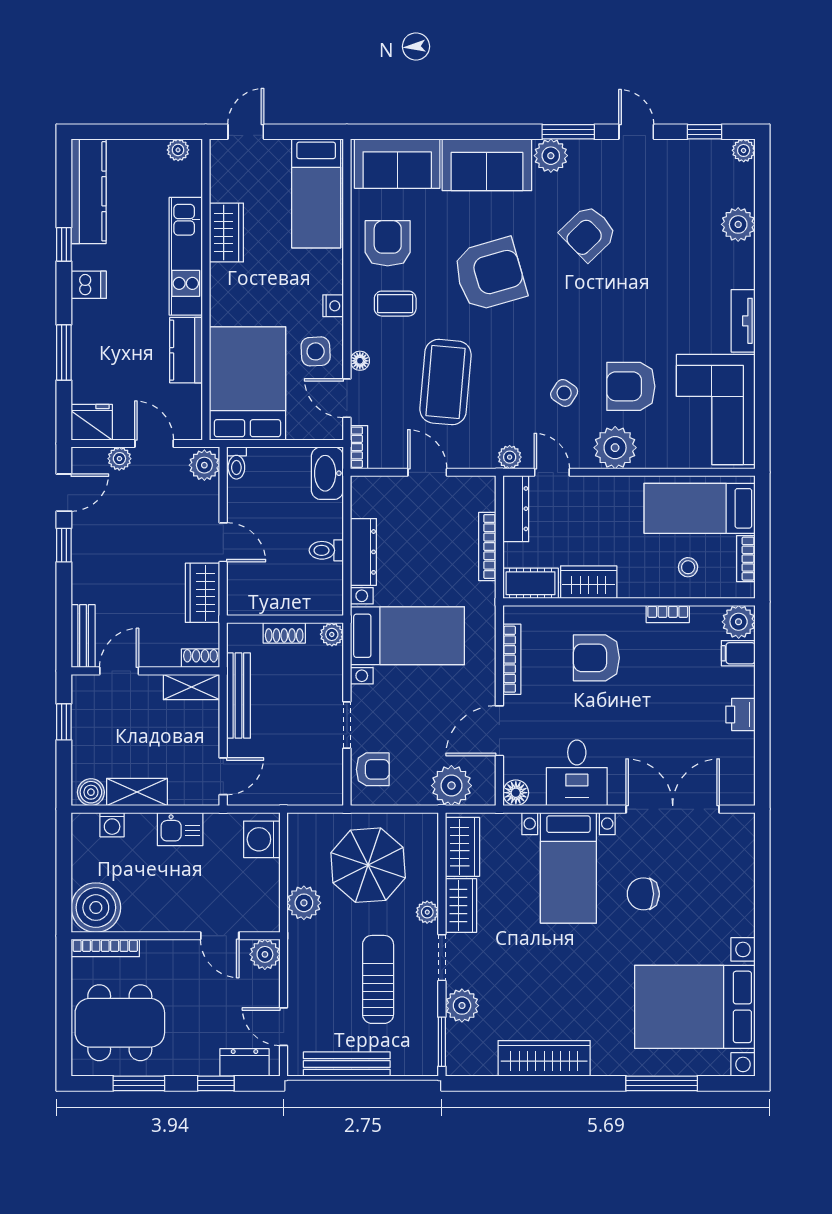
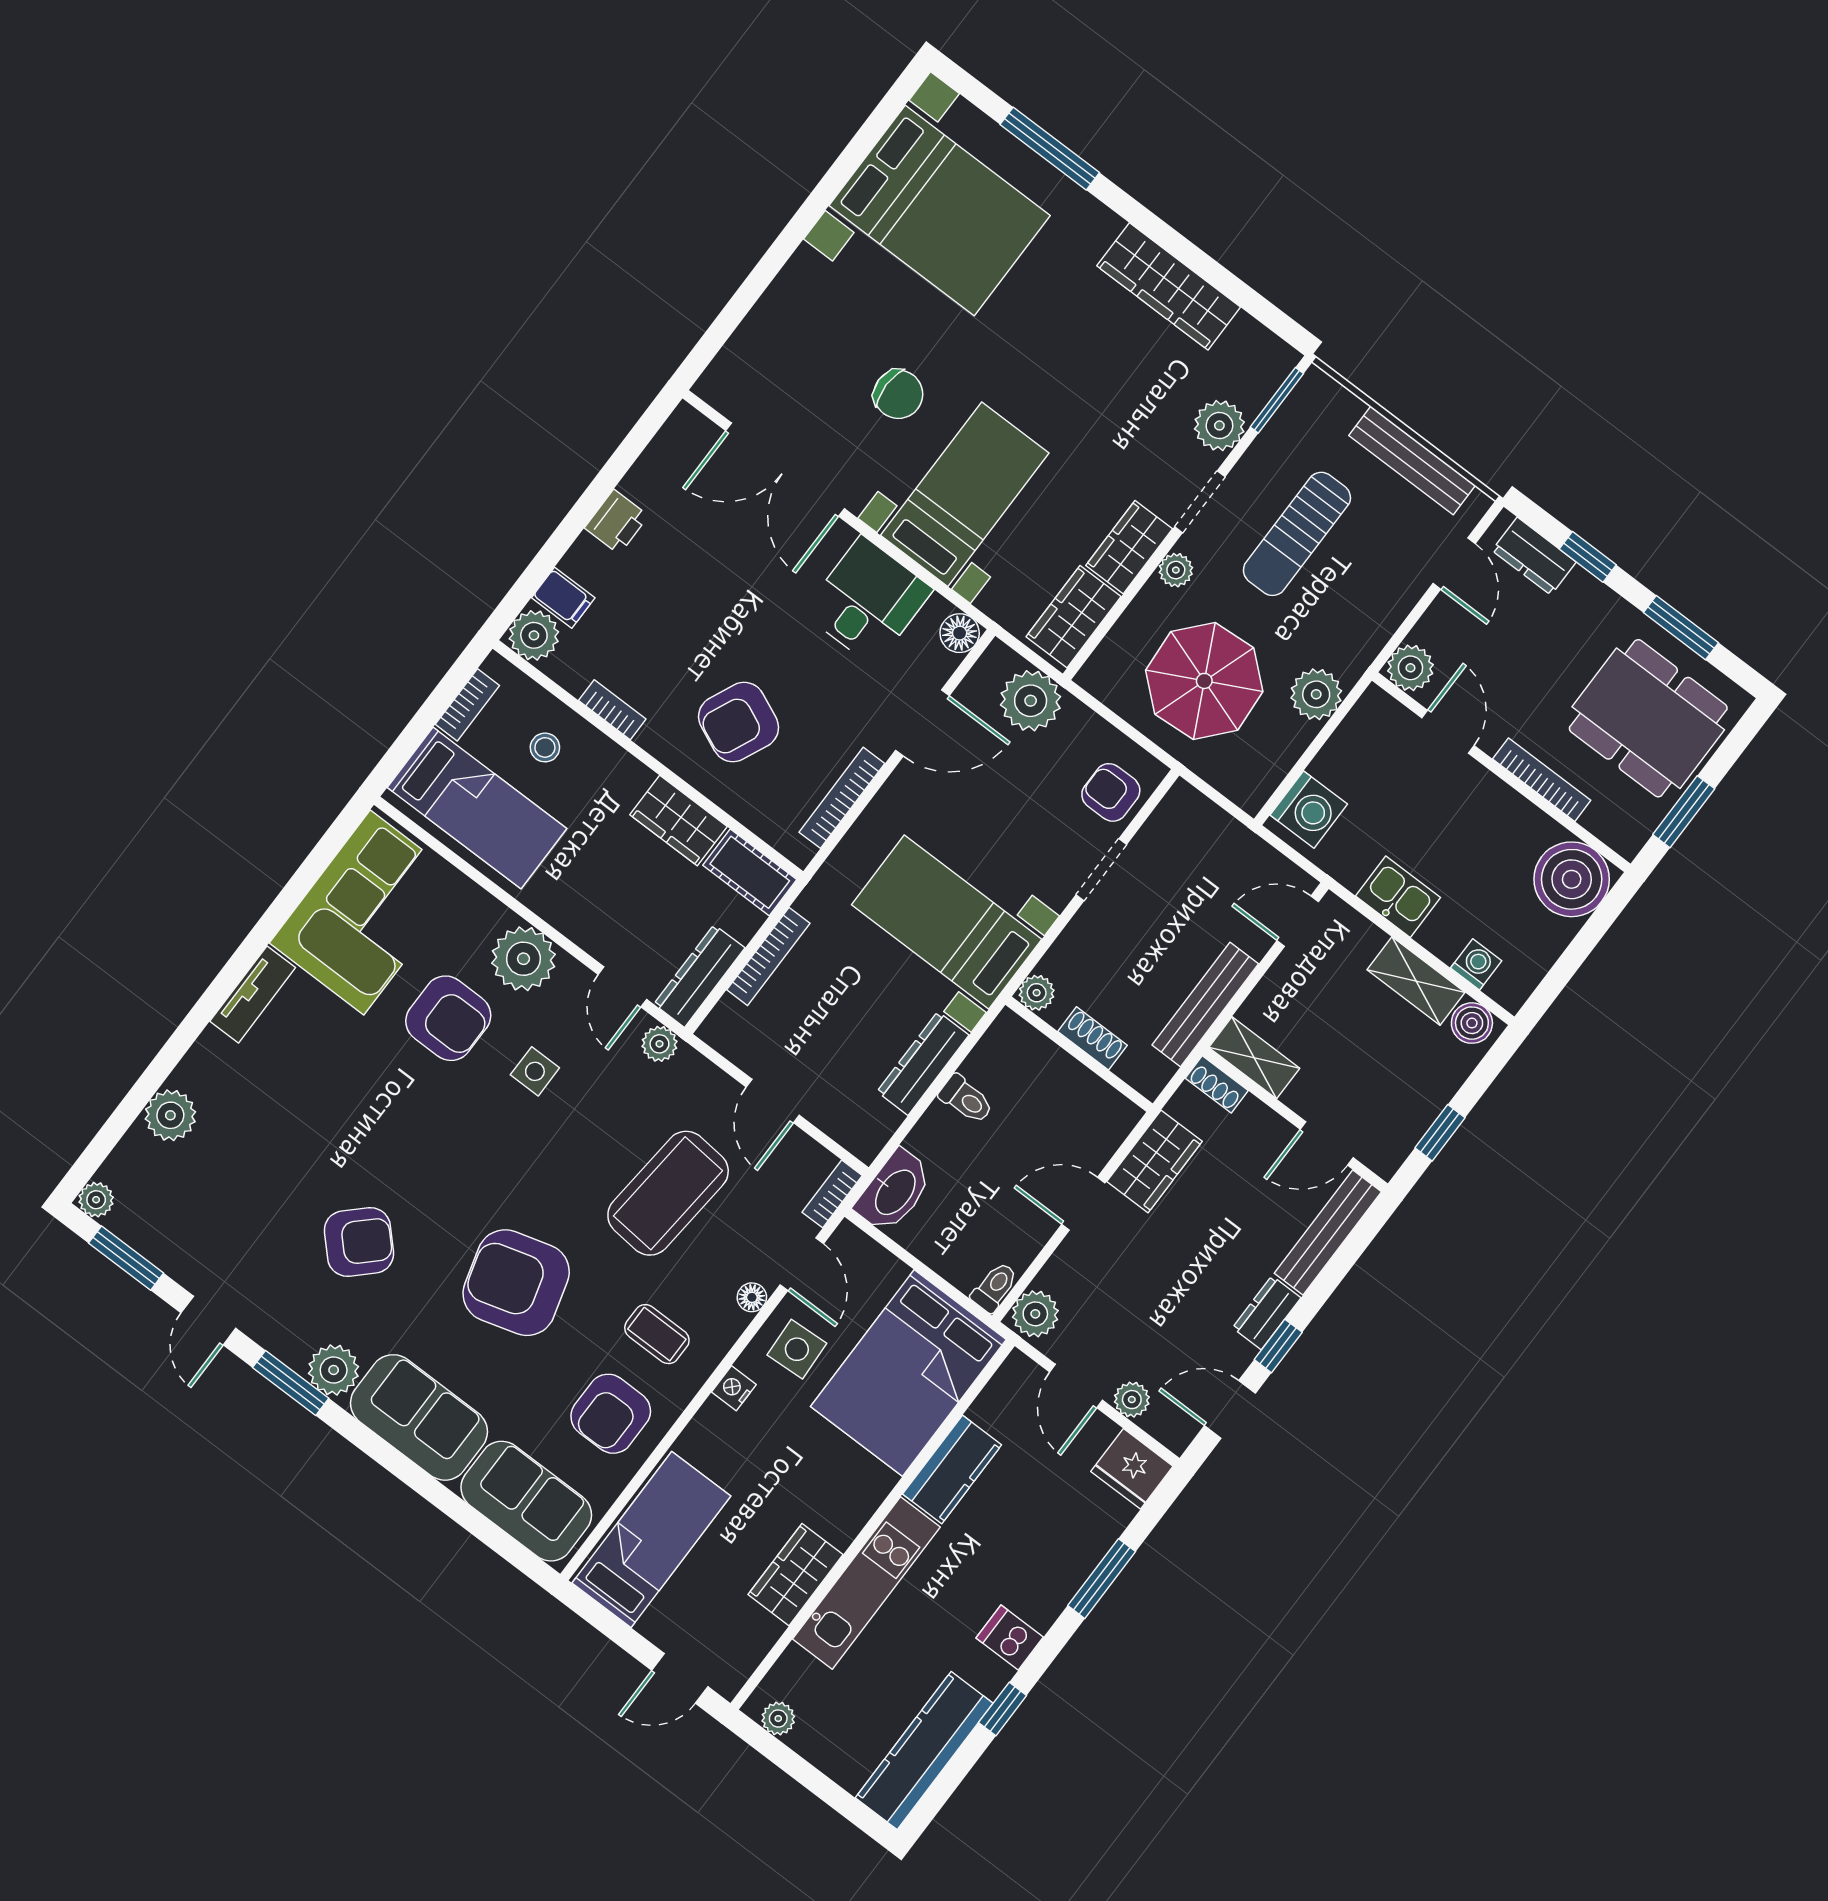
window: (705, 132) -> (126, 1258), width x1.50
side table: (564, 393) -> (535, 1071), turned -33
door: (223, 542) -> (1083, 1204), hinge flipped
dresser: (83, 558) -> (1267, 1313), added
bench: (83, 636) -> (1328, 1232), width x1.36
armchair: (596, 658) -> (739, 722), turned 114
bookcase: (105, 948) -> (1542, 780), moved
window: (64, 988) -> (1684, 812), added

